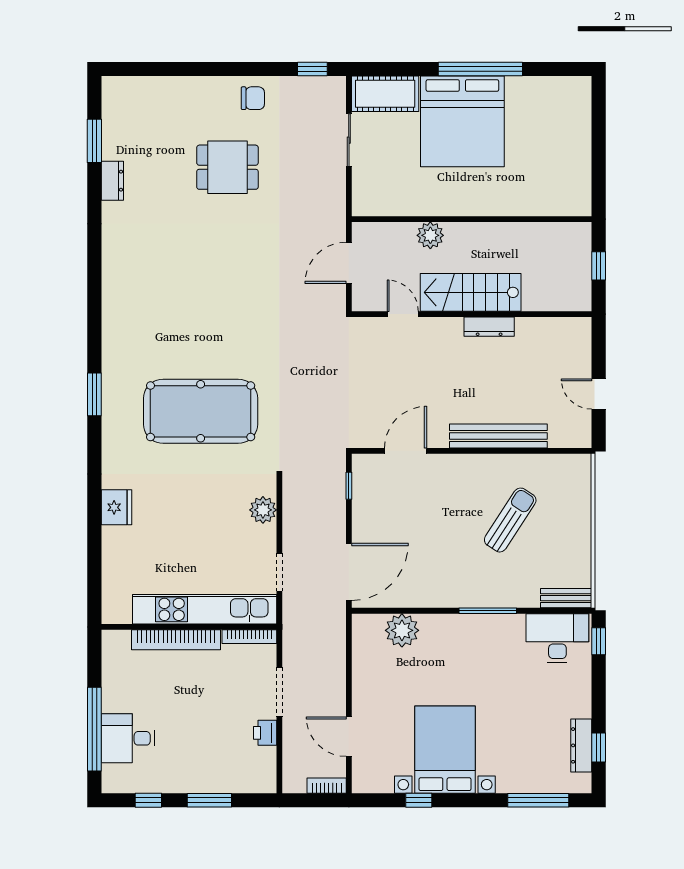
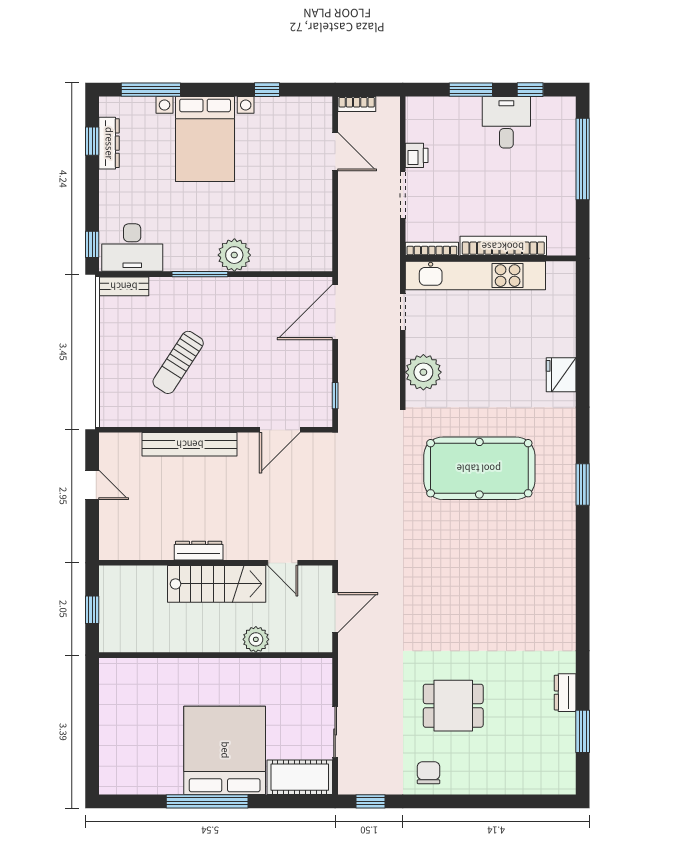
chair: (253, 98) -> (429, 773), turned 90
plant: (263, 510) -> (423, 372), width x1.36, depth x1.36
plant: (402, 630) -> (234, 255), moved
desk: (128, 738) -> (506, 122), moved, turned -90
bed with nightstands: (445, 750) -> (205, 139), moved

